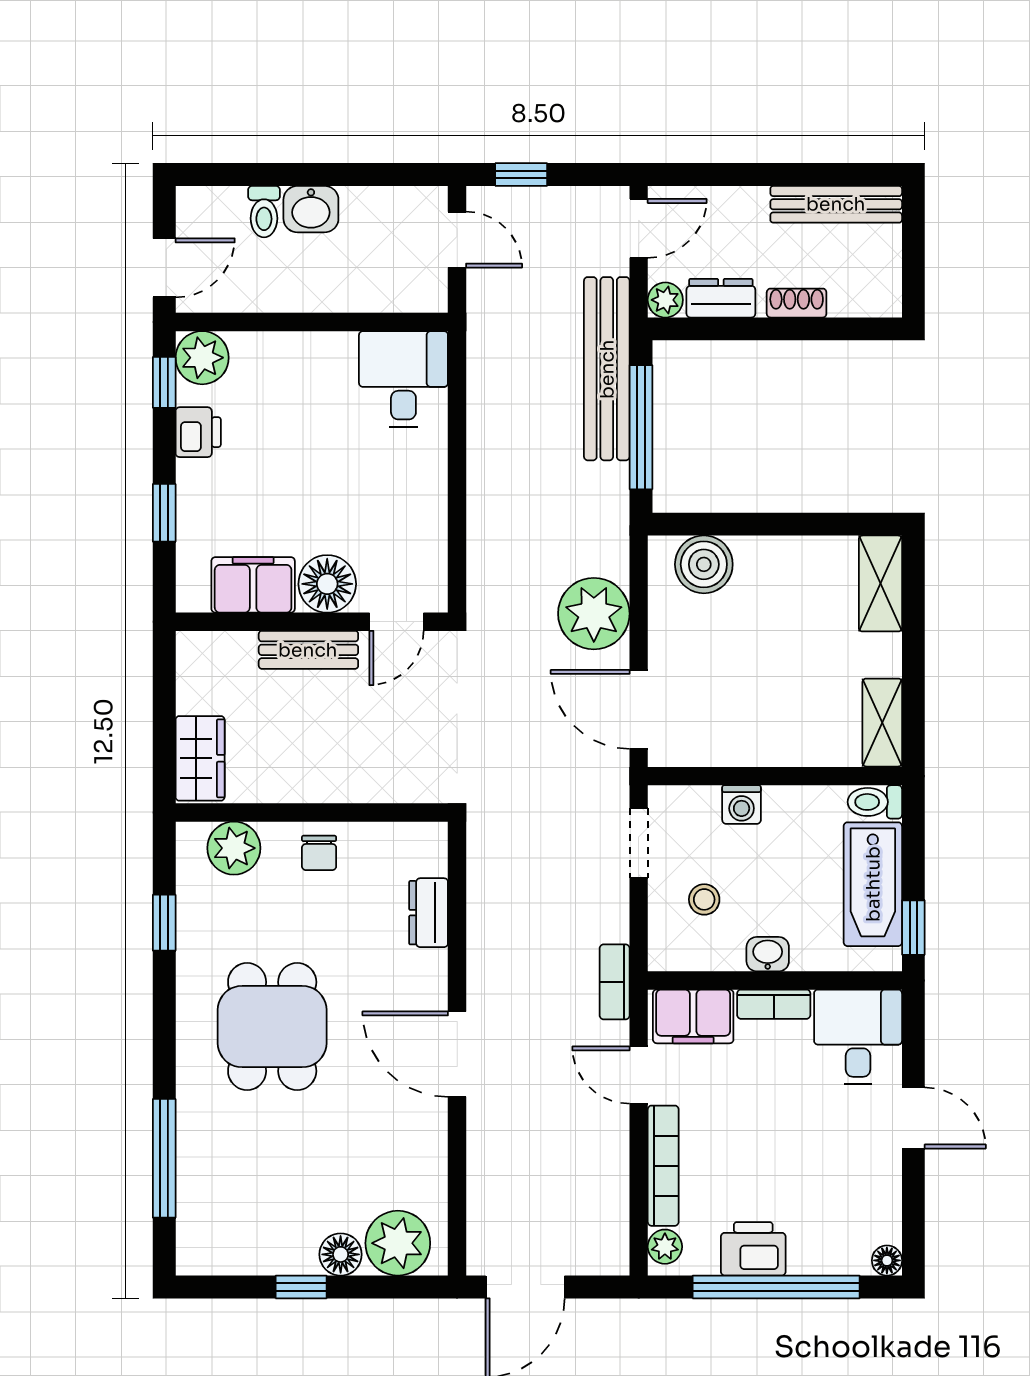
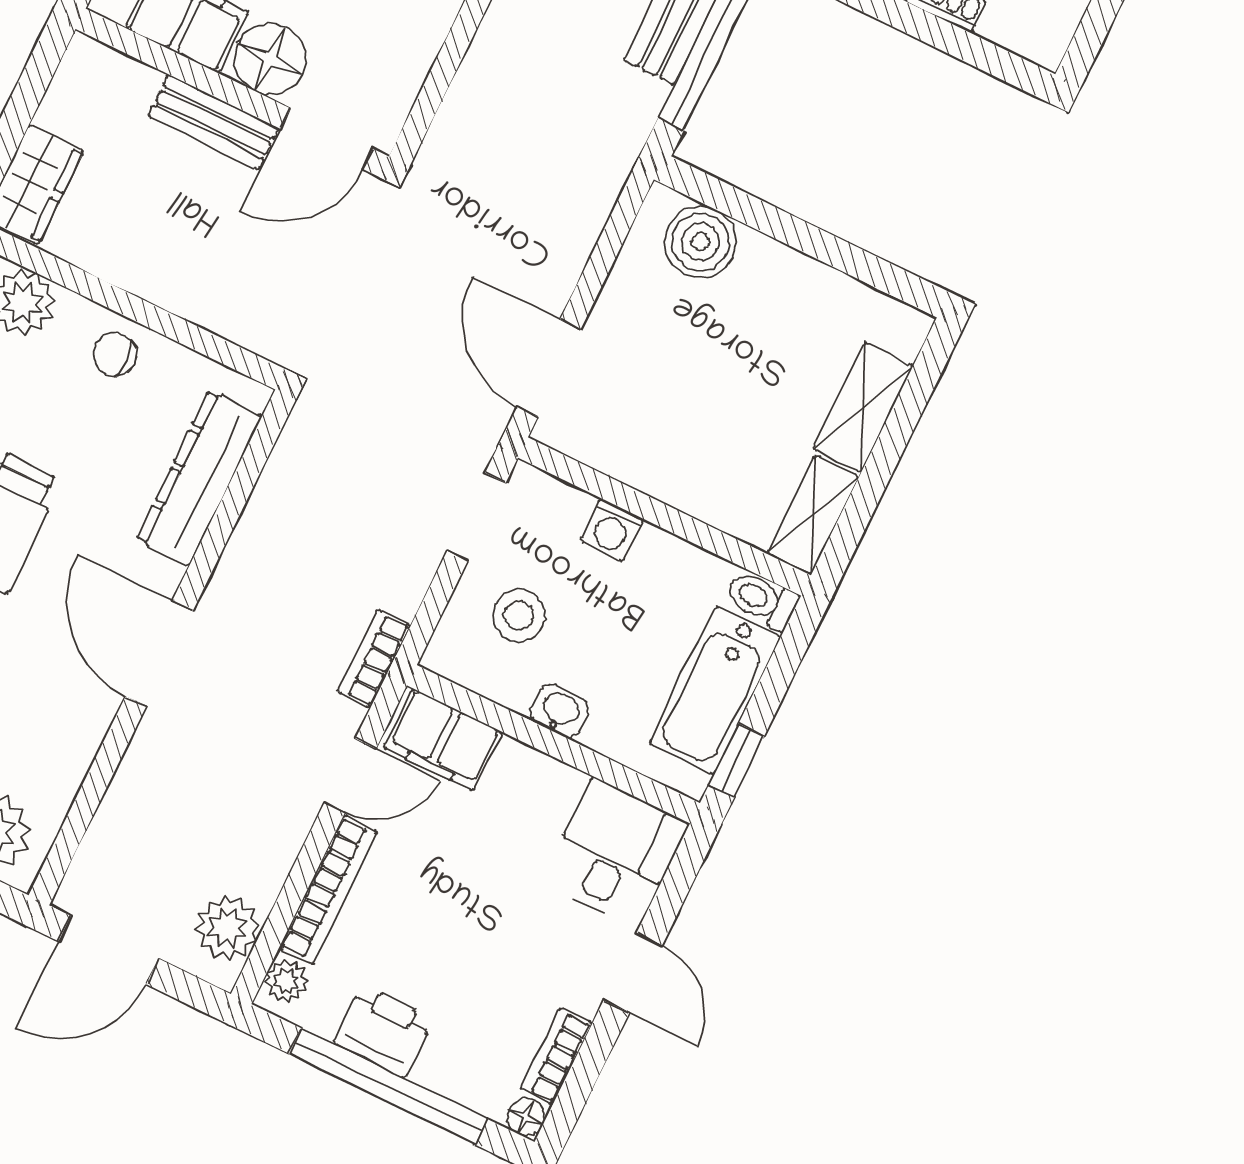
shelving: (880, 583) -> (863, 408), moved
plant: (594, 614) -> (227, 928), moved, width x0.73, depth x0.73
door: (396, 622) -> (327, 139), width x1.38
chair: (319, 853) -> (115, 354), turned 90
stool: (704, 899) -> (519, 616), width x1.37, depth x1.37
dresser: (429, 913) -> (199, 478), width x1.96, depth x1.24
bookcase: (774, 1004) -> (557, 1056), moved, turned 90
door: (639, 1075) -> (350, 776), swing flipped

